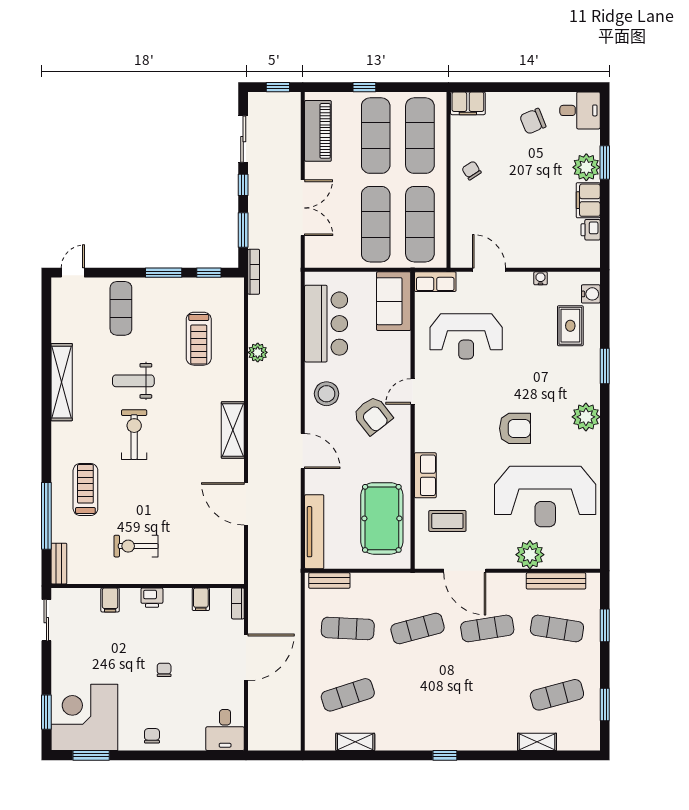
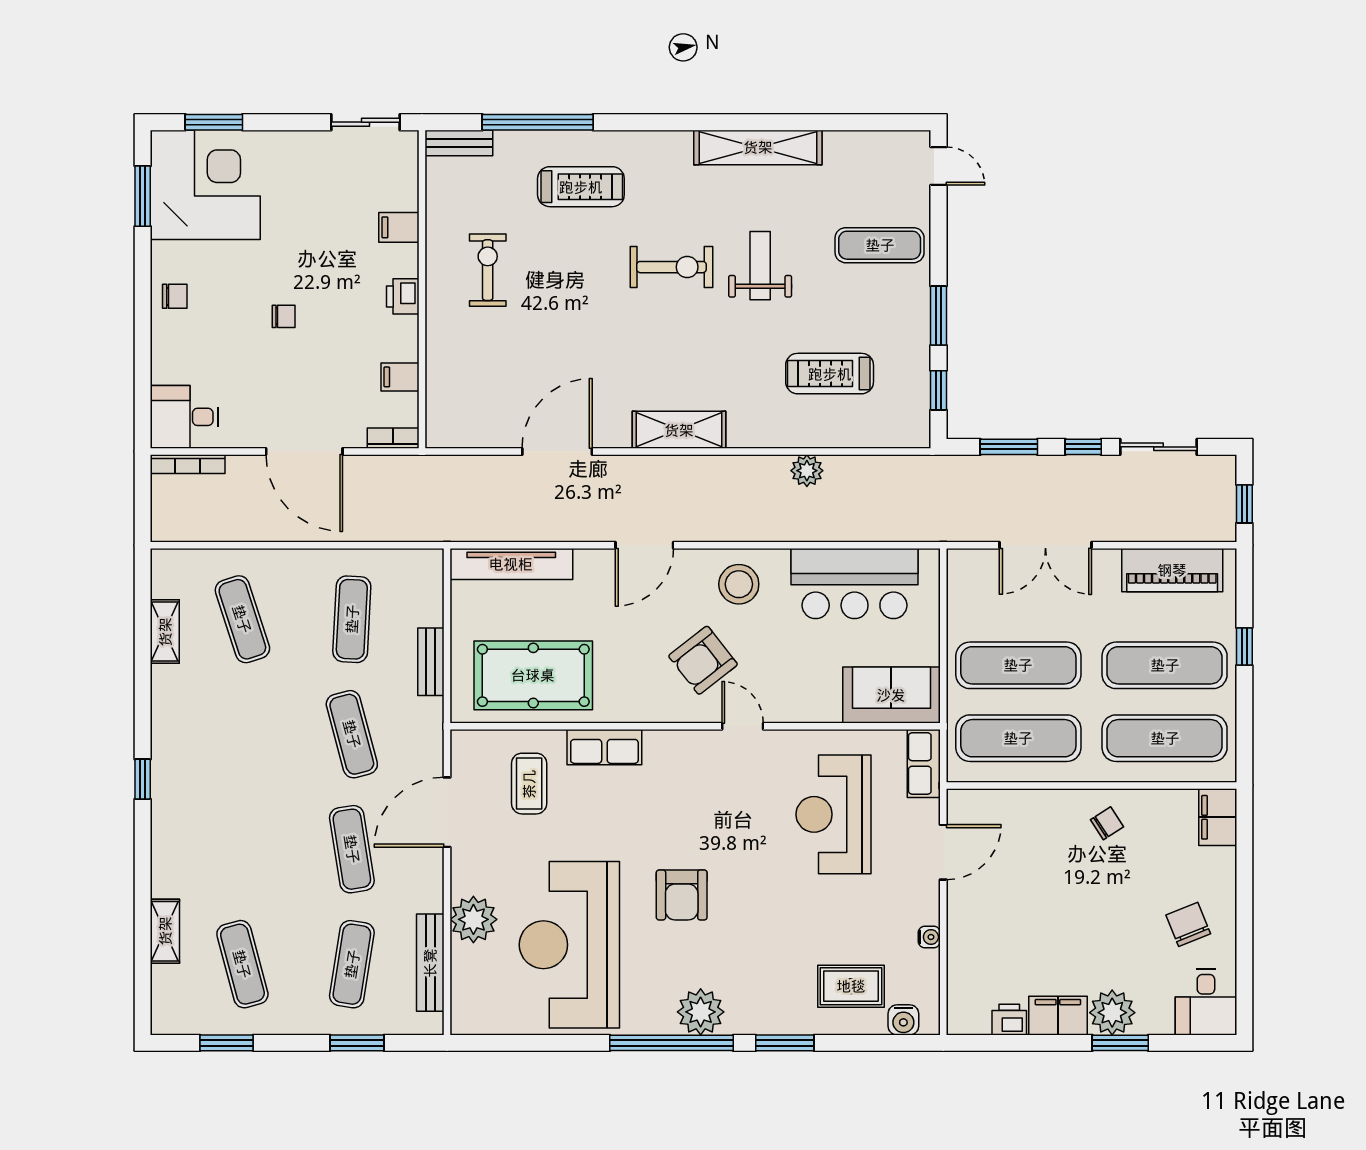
bookcase: (254, 272) -> (188, 464), moved
window: (605, 435) -> (672, 1043), added
bench: (329, 581) -> (431, 662), moved

